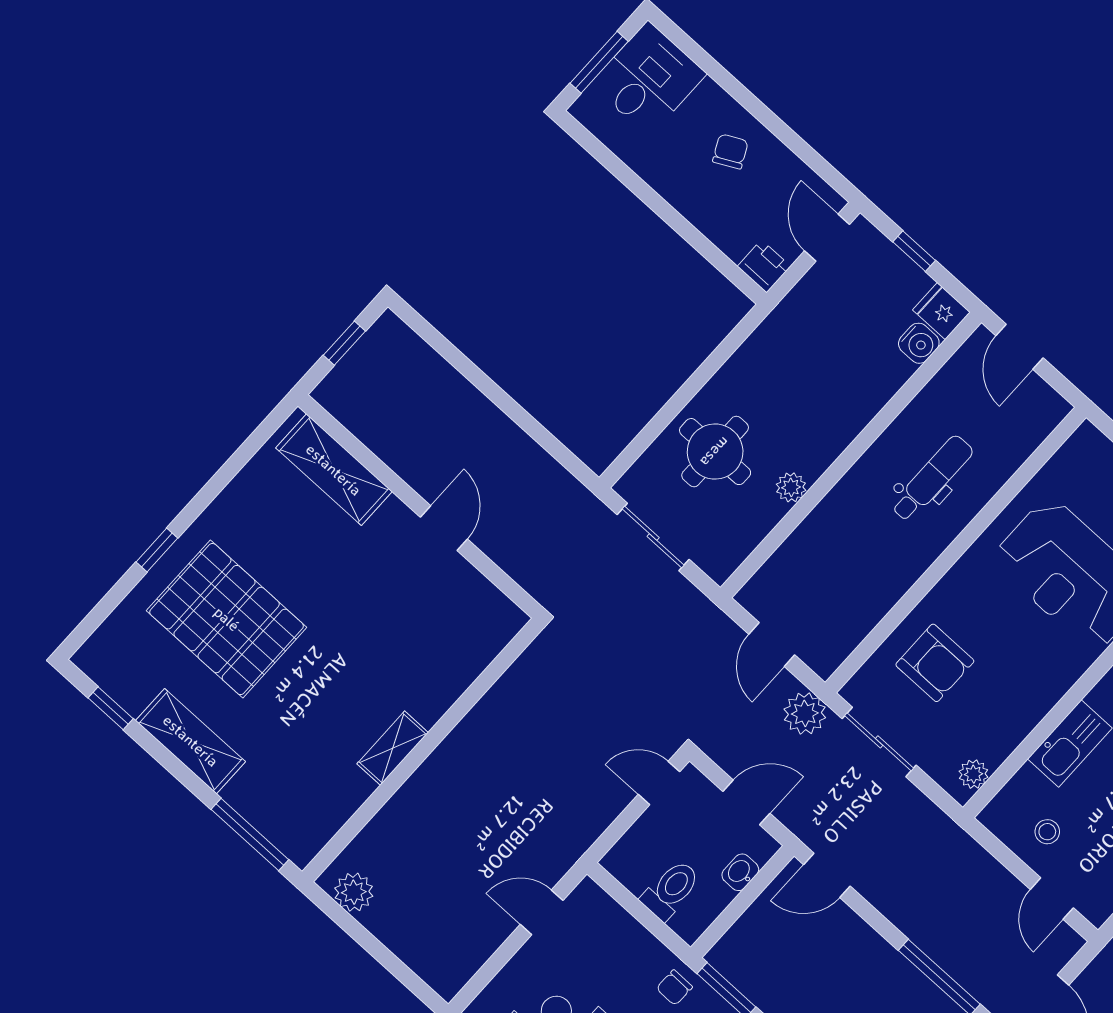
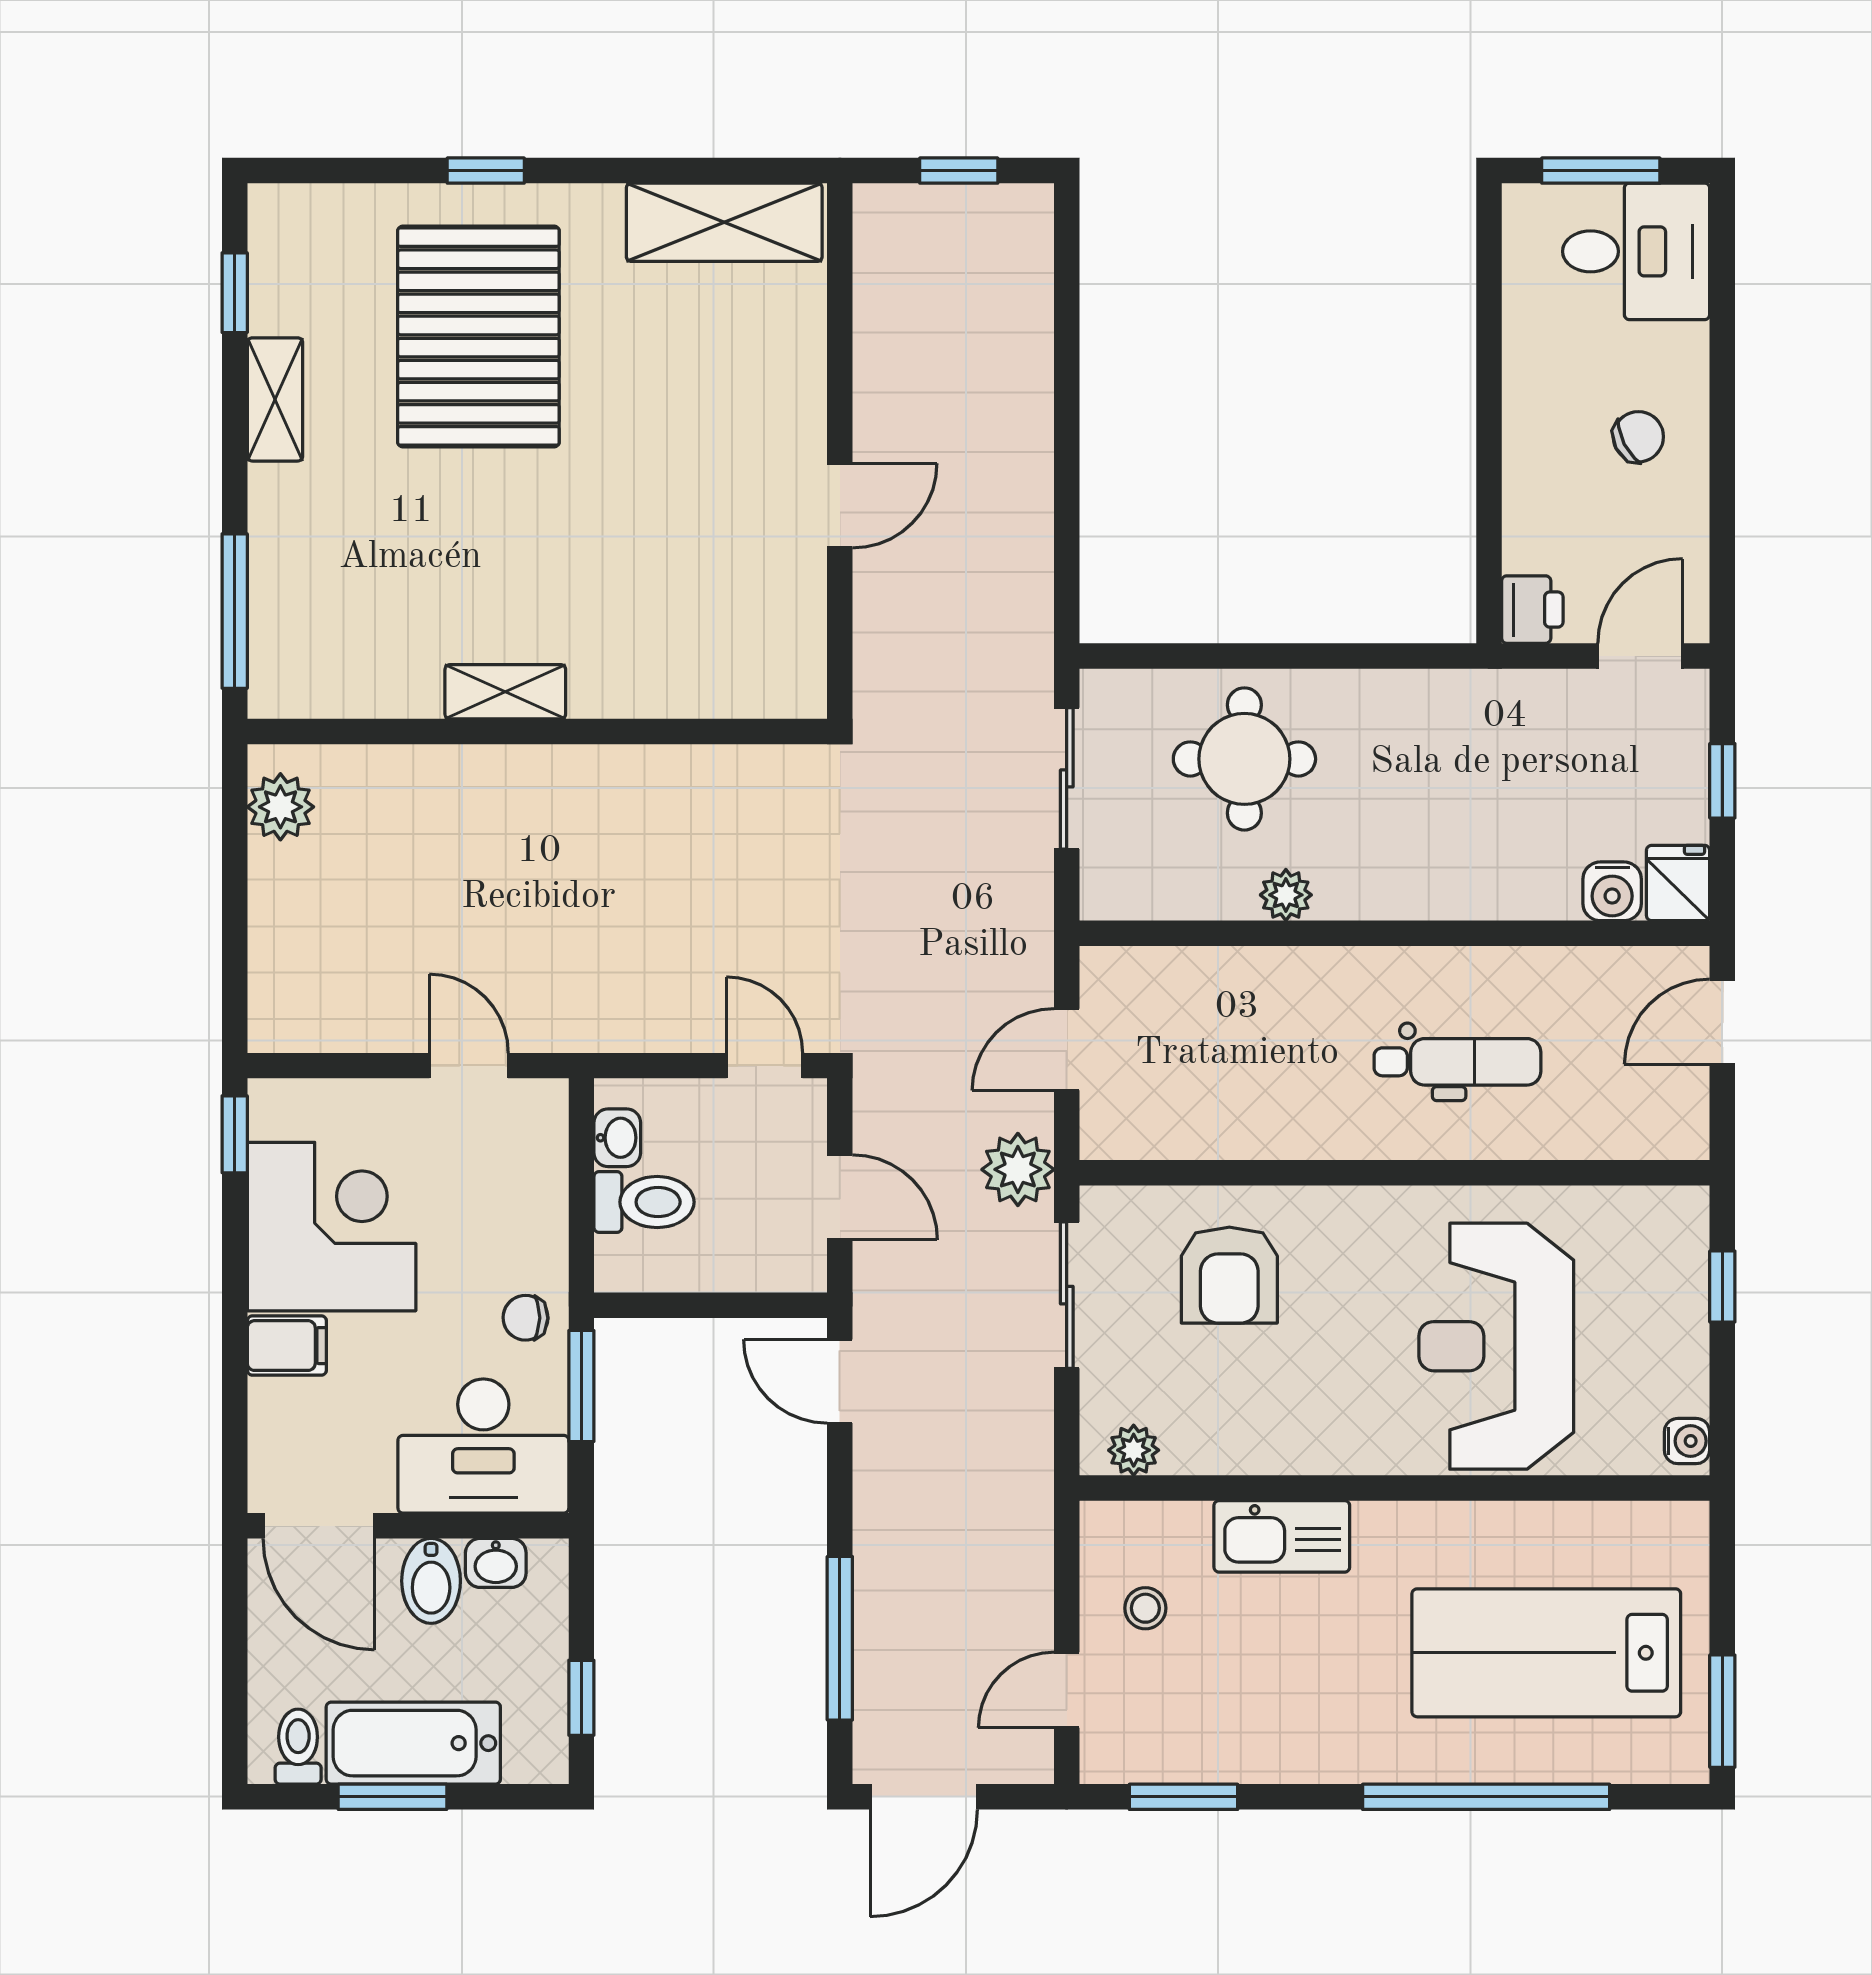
shelving: (334, 470) -> (724, 222), moved, turned 90
shelving: (191, 741) -> (275, 399), width x0.67, depth x0.75
washbasin: (740, 872) -> (617, 1138), moved, turned 90

